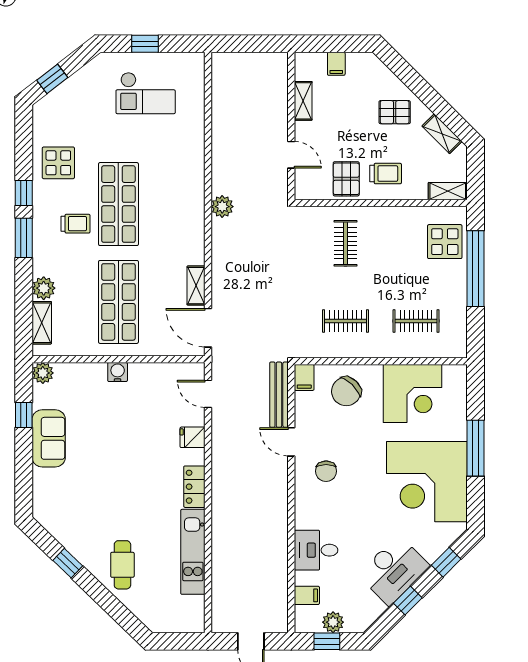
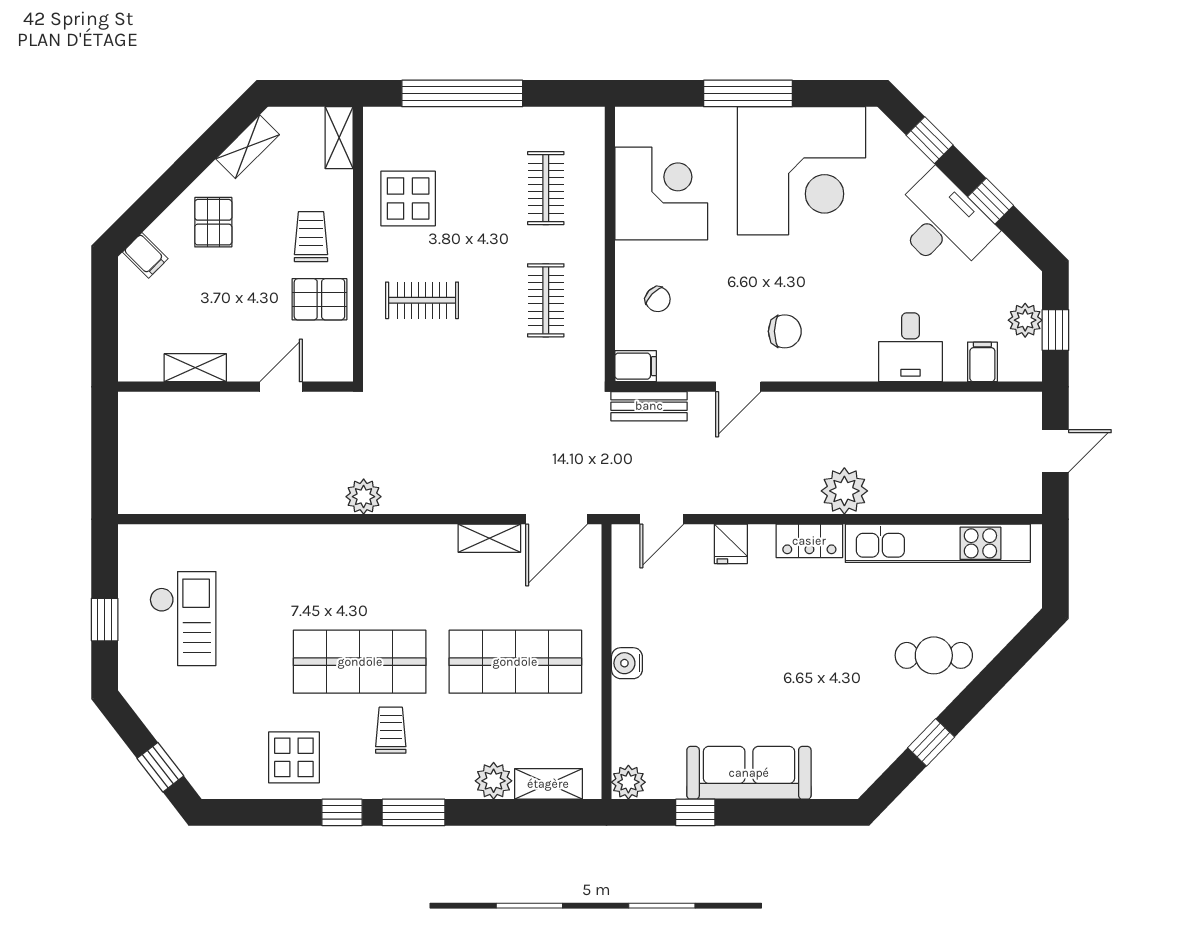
filing cabinet: (336, 64) -> (145, 255), moved, turned 45
display table: (445, 242) -> (408, 199), moved
chair: (346, 391) -> (658, 299), width x0.54, depth x0.54
bench: (279, 395) -> (649, 406), width x0.73
sofa: (49, 438) -> (749, 773), width x1.36
plant: (226, 509) -> (844, 491), added
kitchen unit: (193, 552) -> (938, 543), width x1.36

